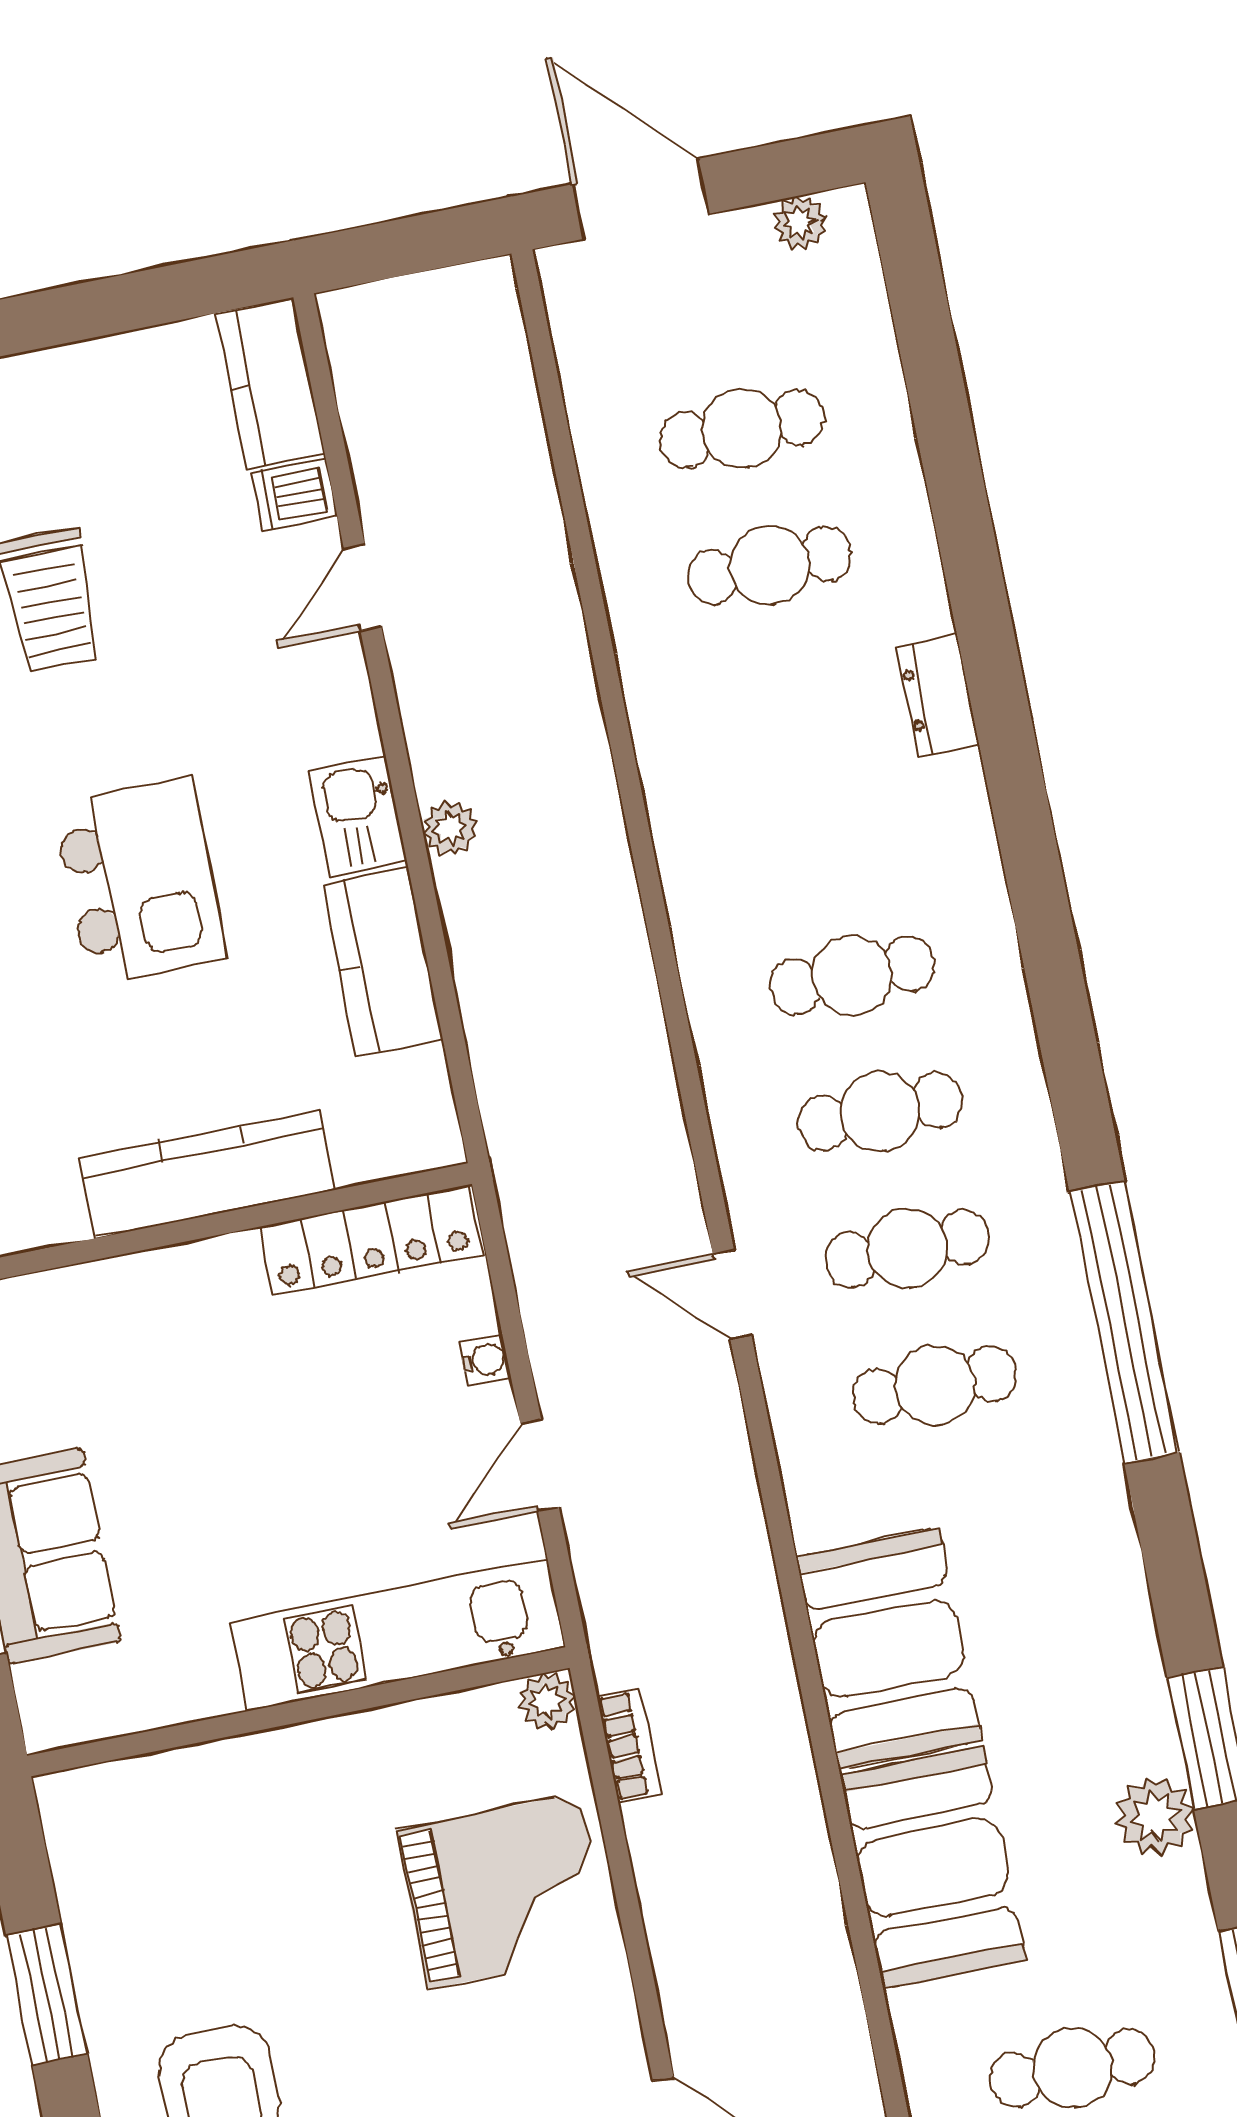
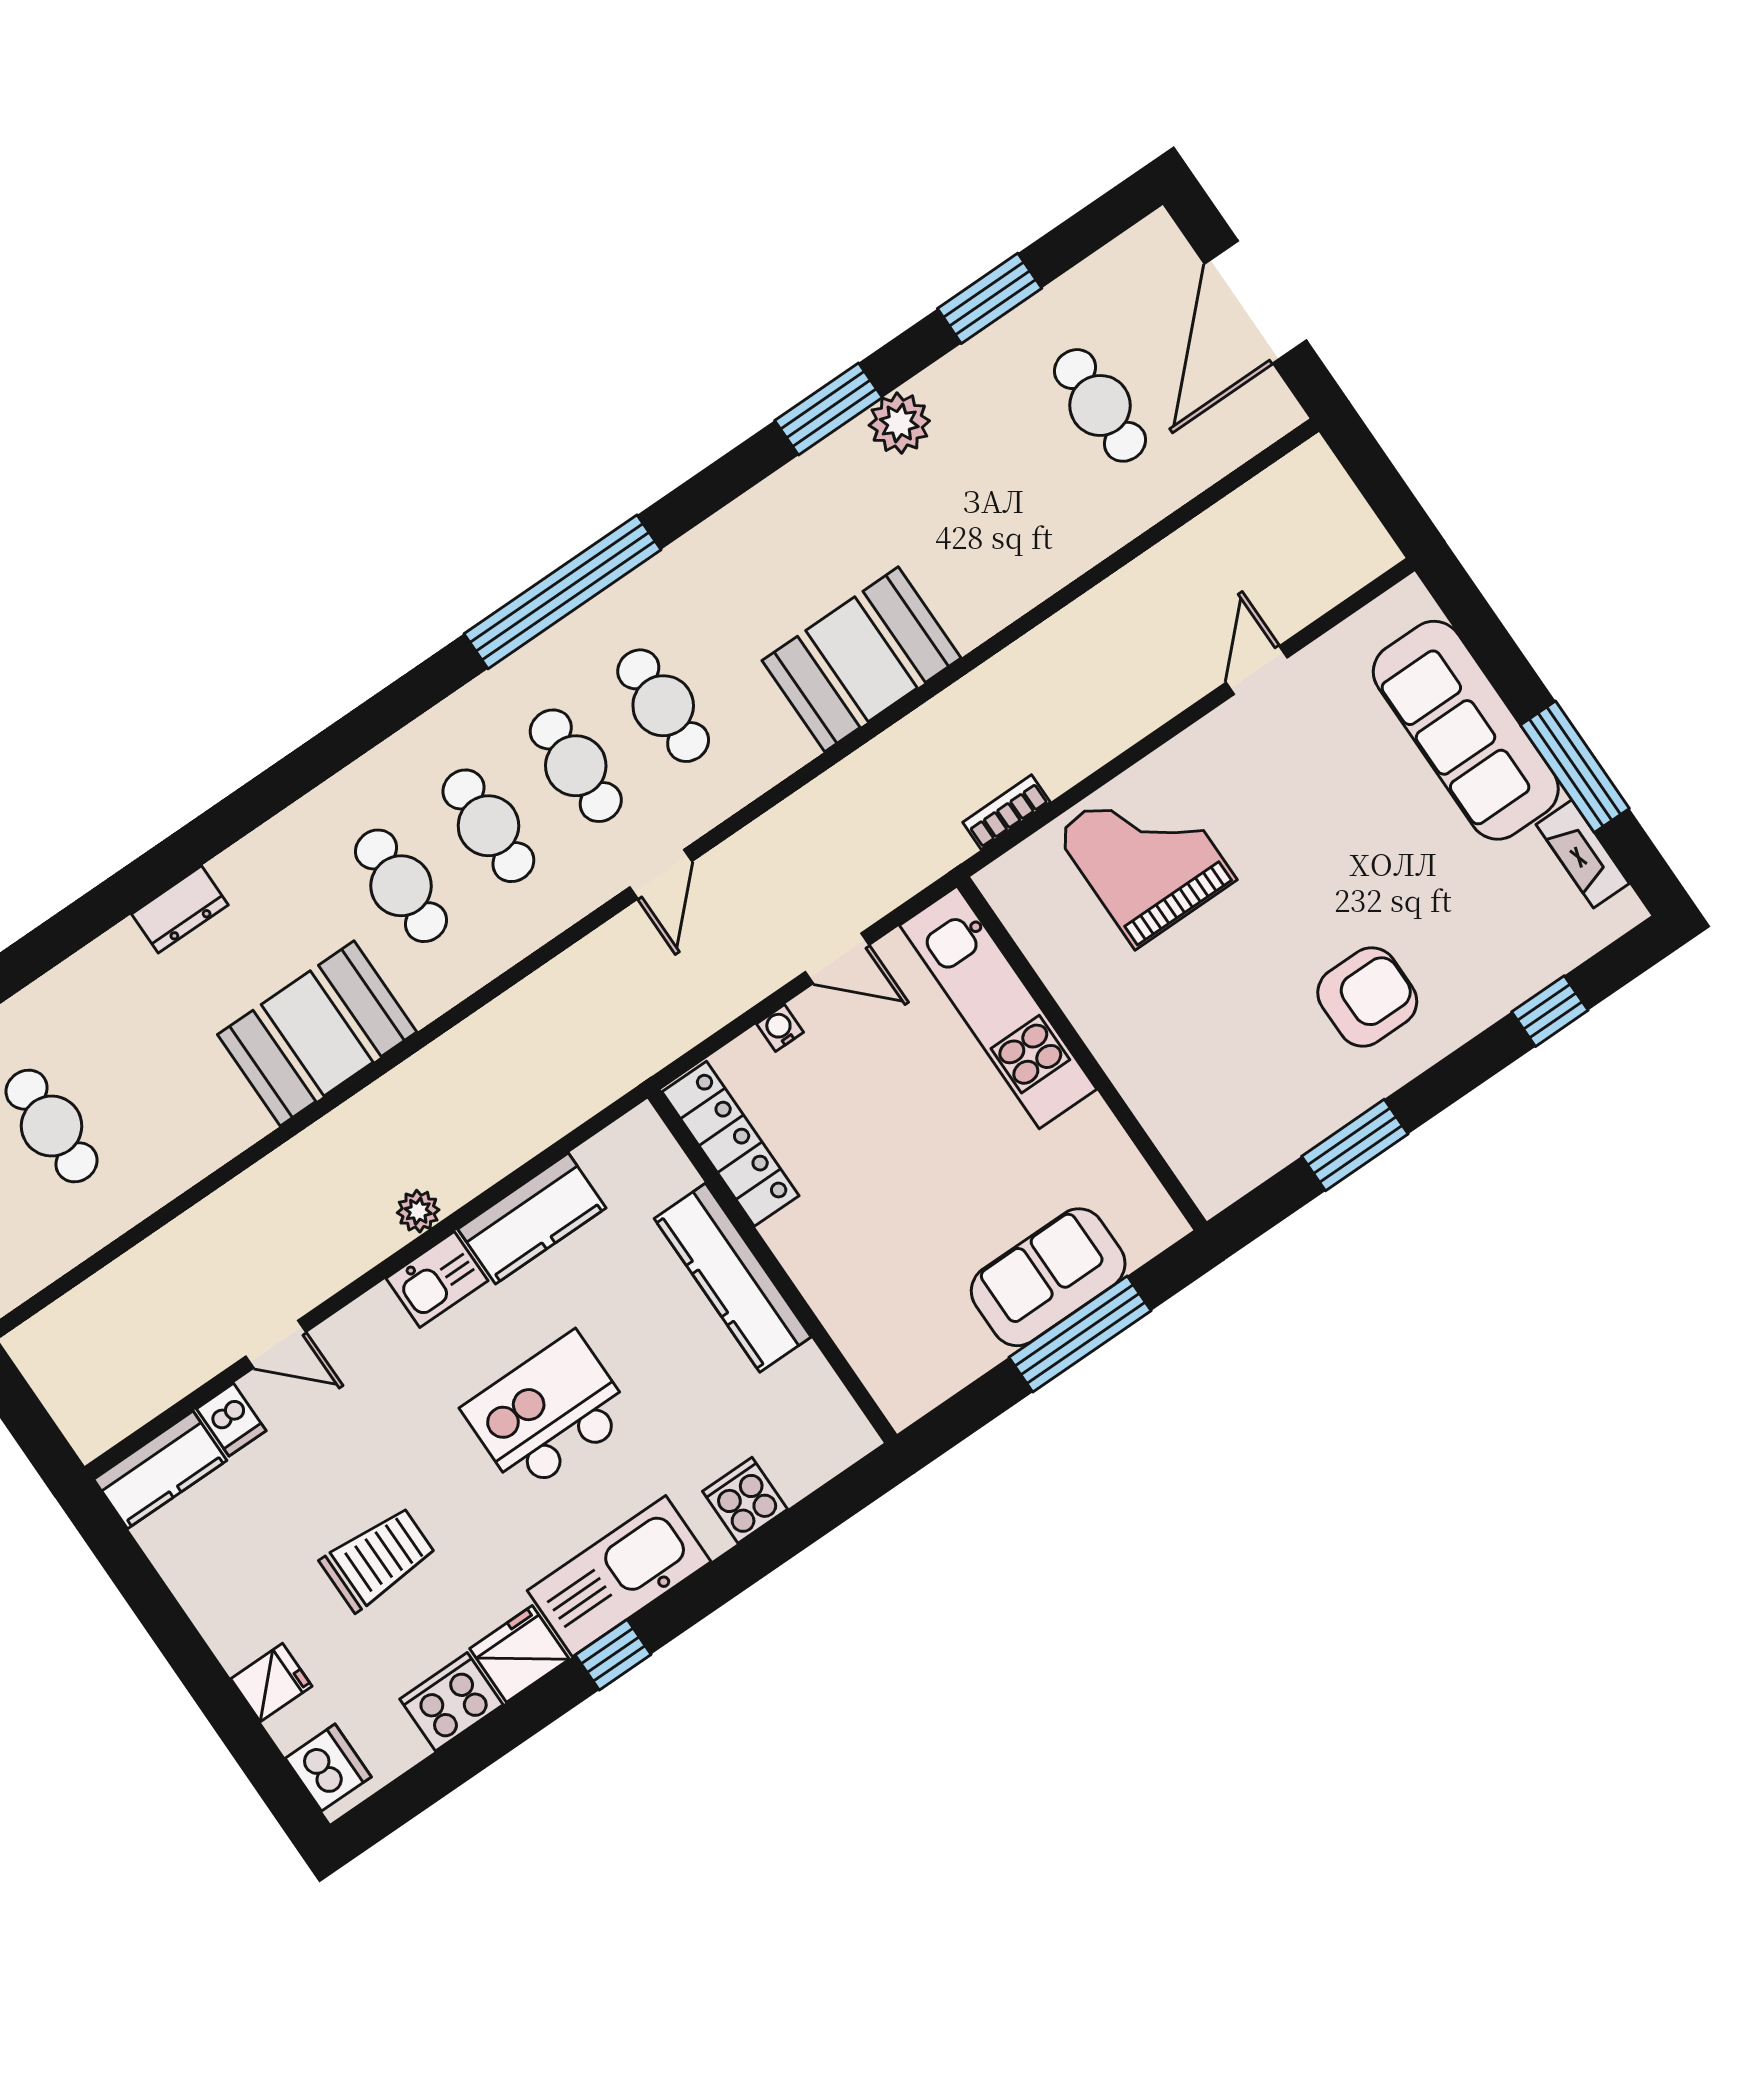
cafe table: (770, 565) -> (139, 1066), removed
plant: (547, 1701) -> (1000, 882), removed
booth: (933, 1868) -> (317, 1033), moved

